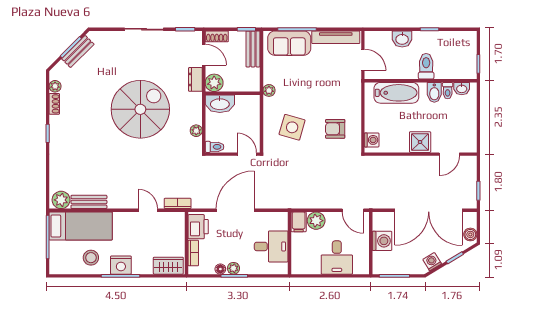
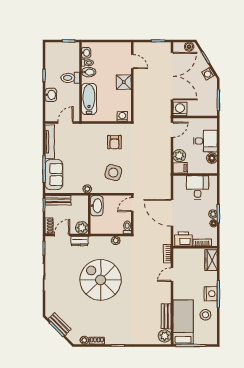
washbasin: (220, 104) -> (97, 206), moved
washing machine: (382, 241) -> (180, 109), moved
floor lamp: (313, 267) -> (212, 158), added

